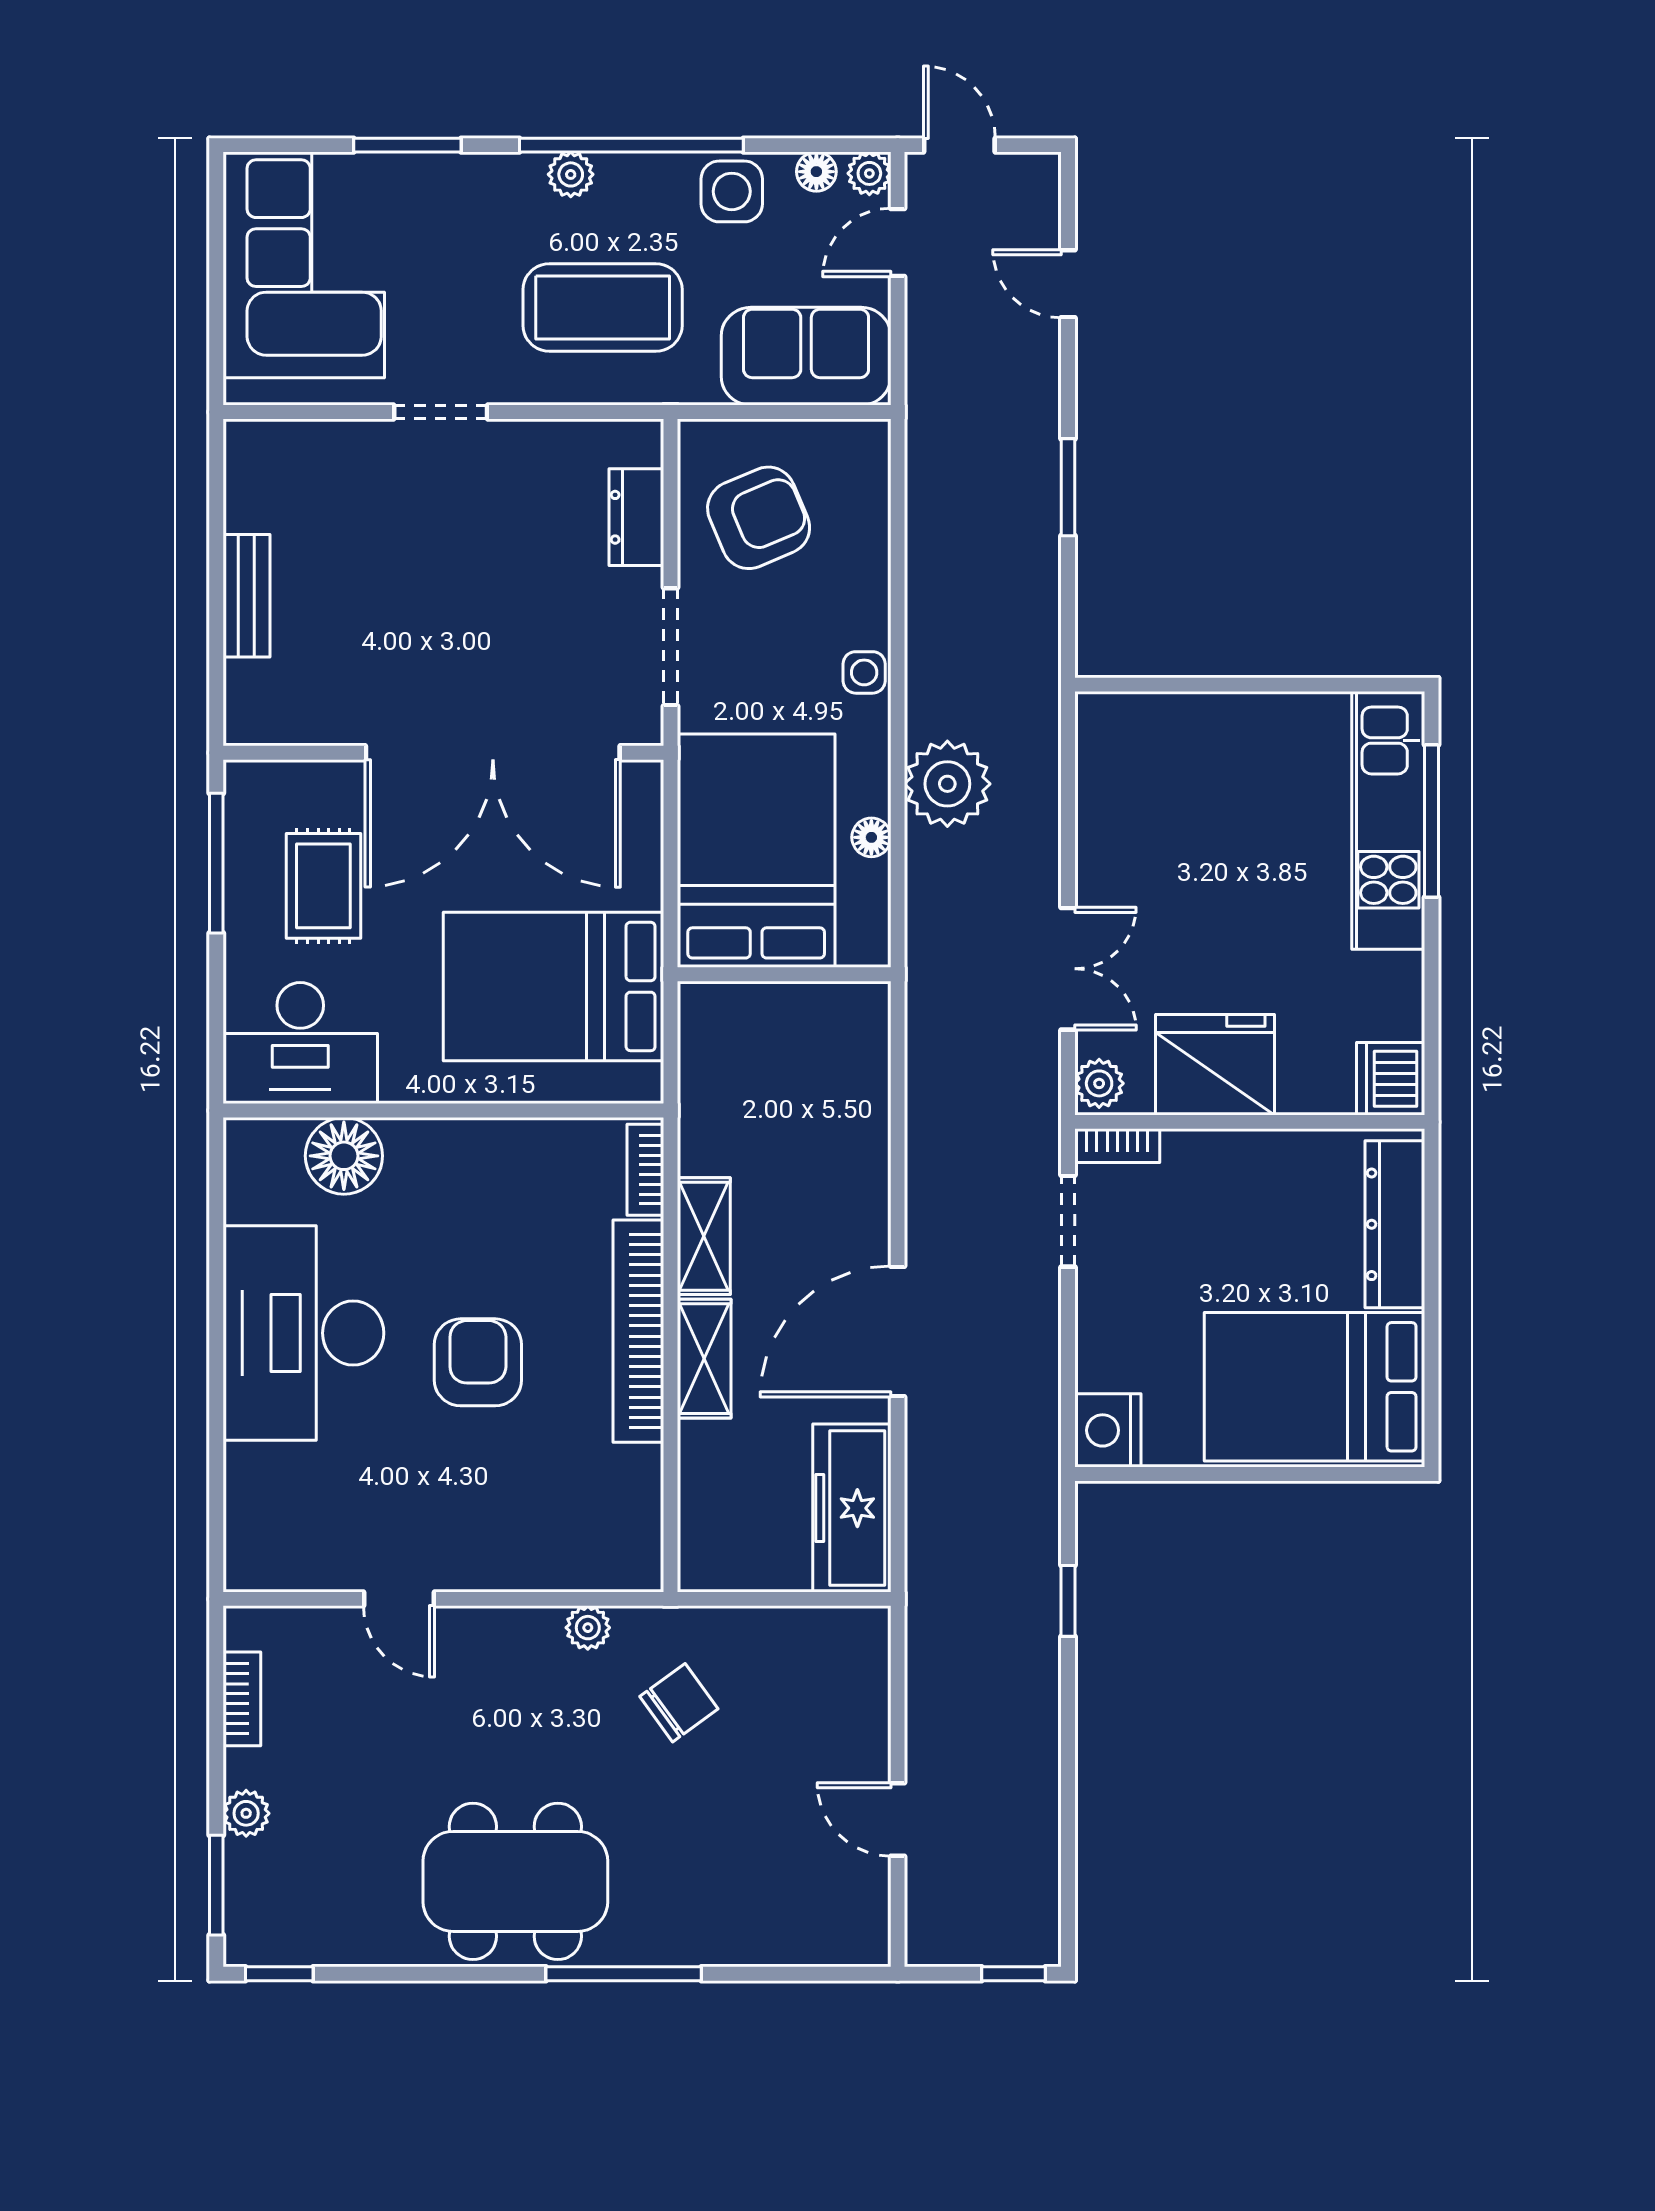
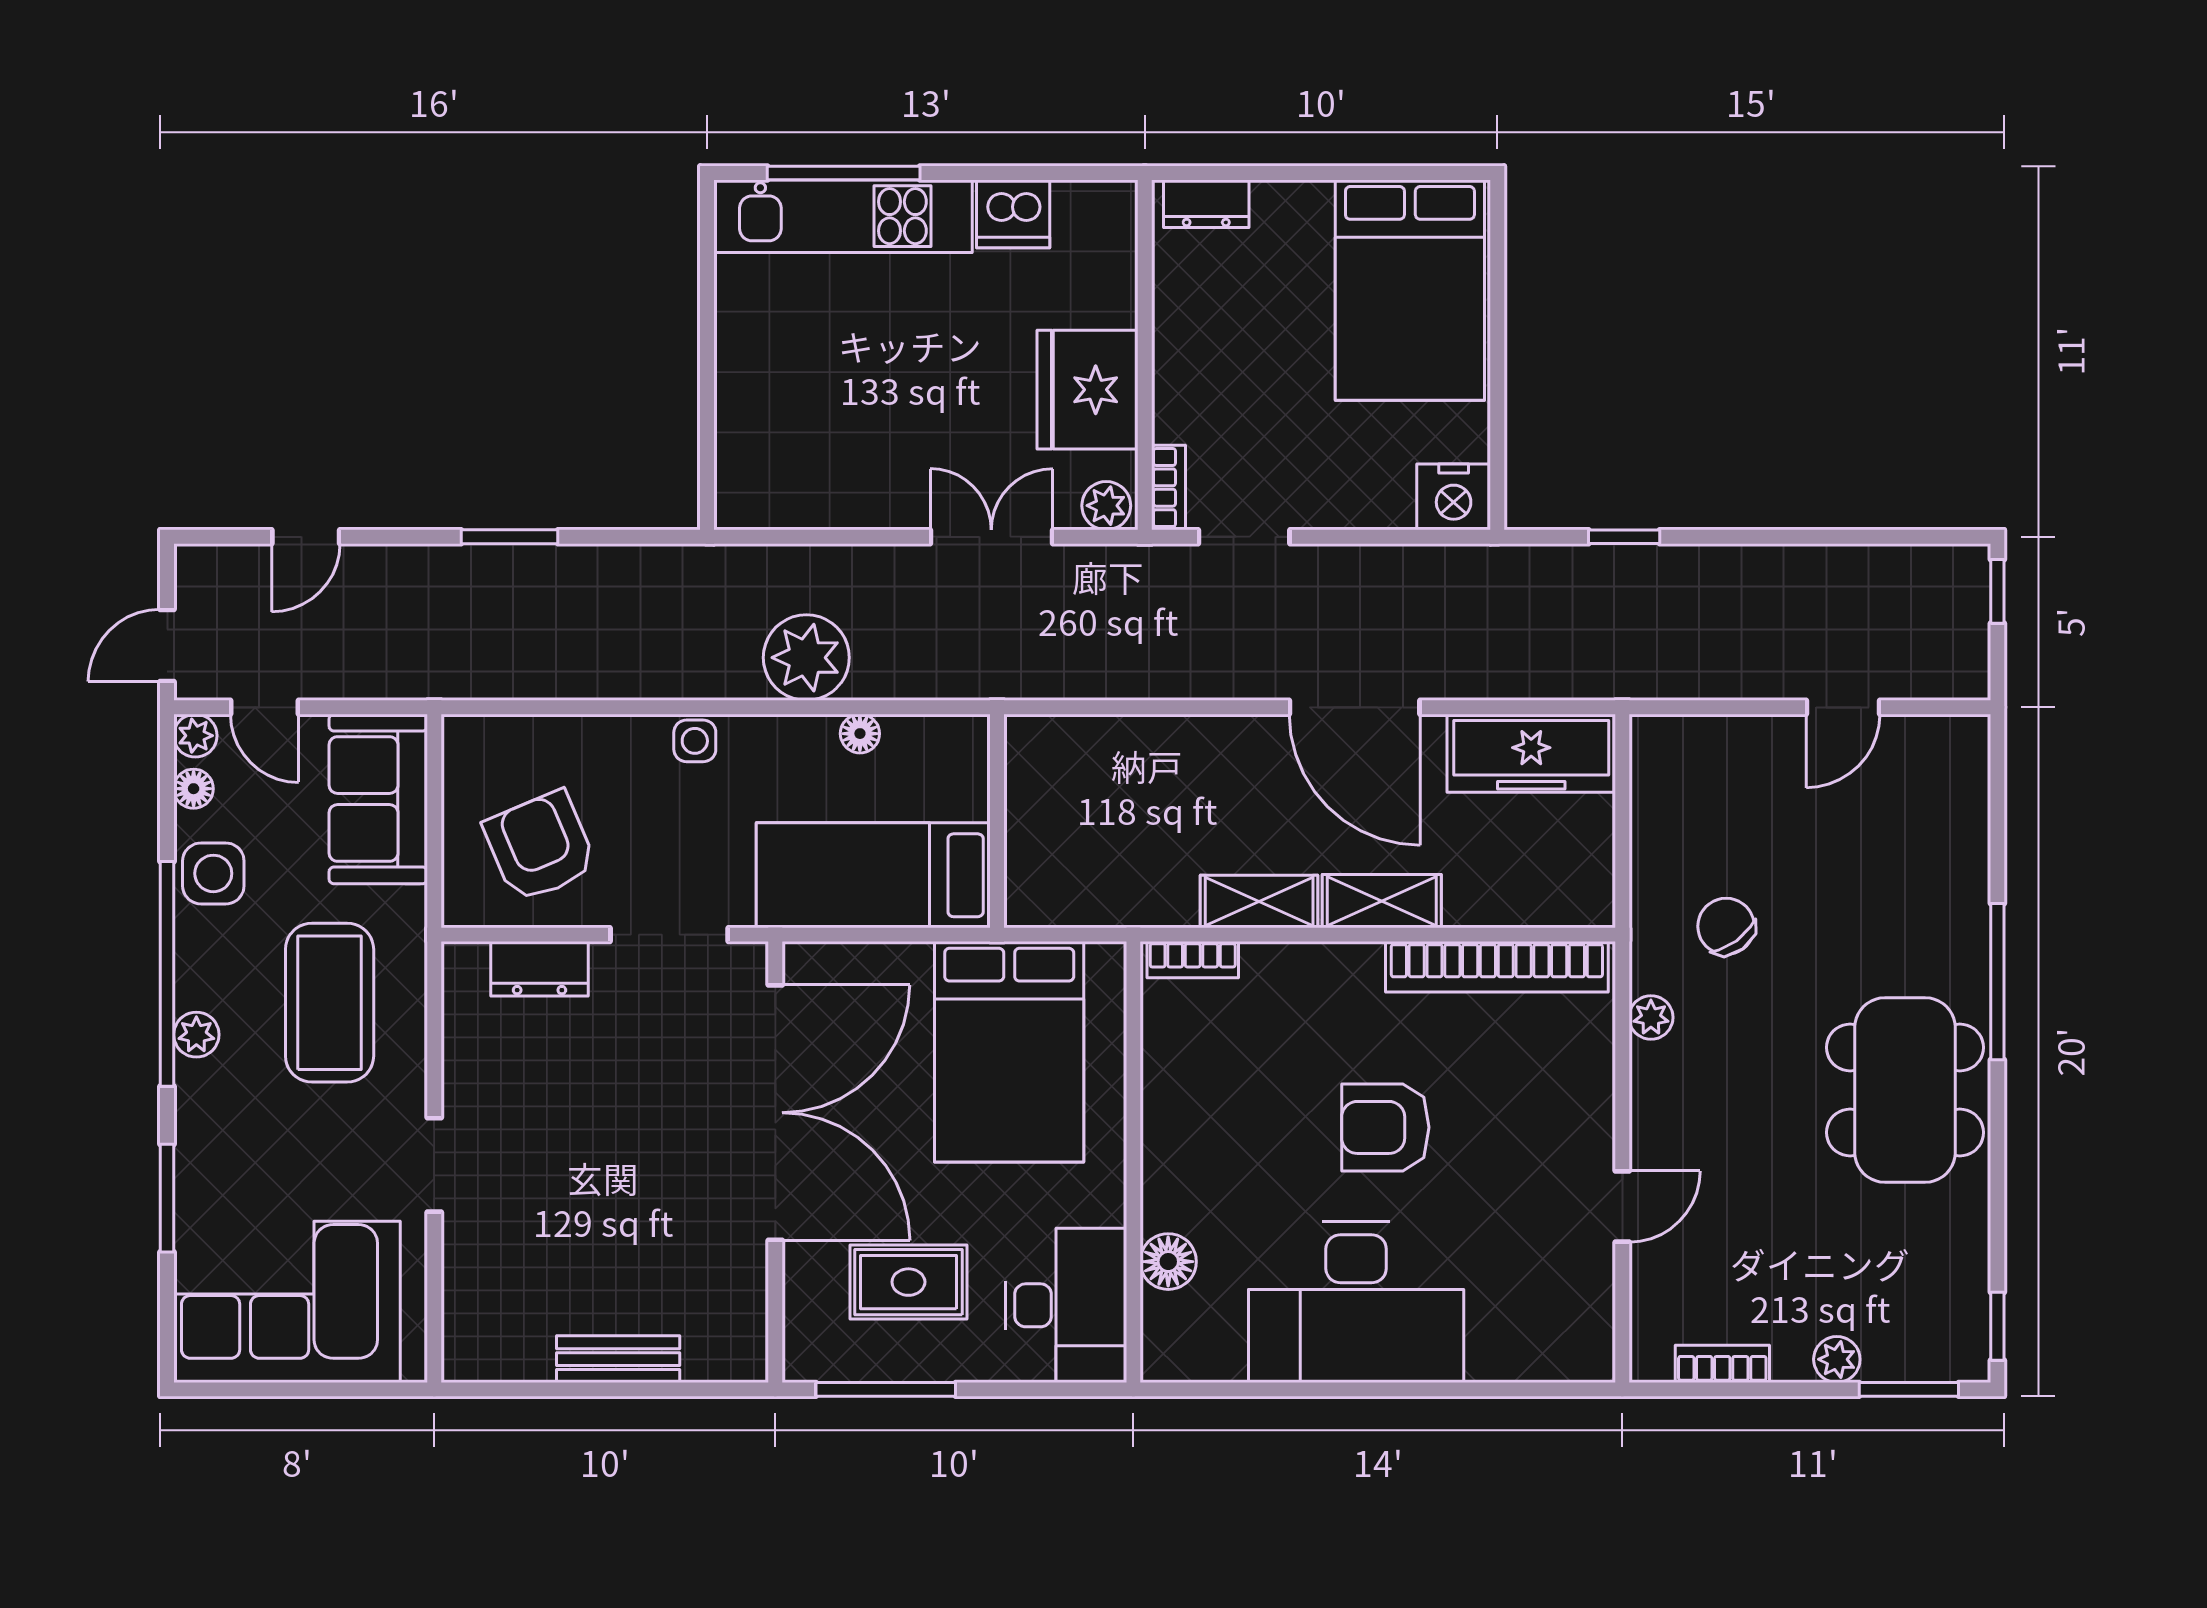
bed: (756, 851) -> (873, 875), width x0.67
dishwasher: (1391, 1079) -> (1013, 214), moved
floor lamp: (344, 1156) -> (1168, 1262), width x0.73, depth x0.73
dresser: (1395, 1224) -> (1206, 204), width x0.51, depth x0.80
bookcase: (638, 1331) -> (1497, 967), moved

